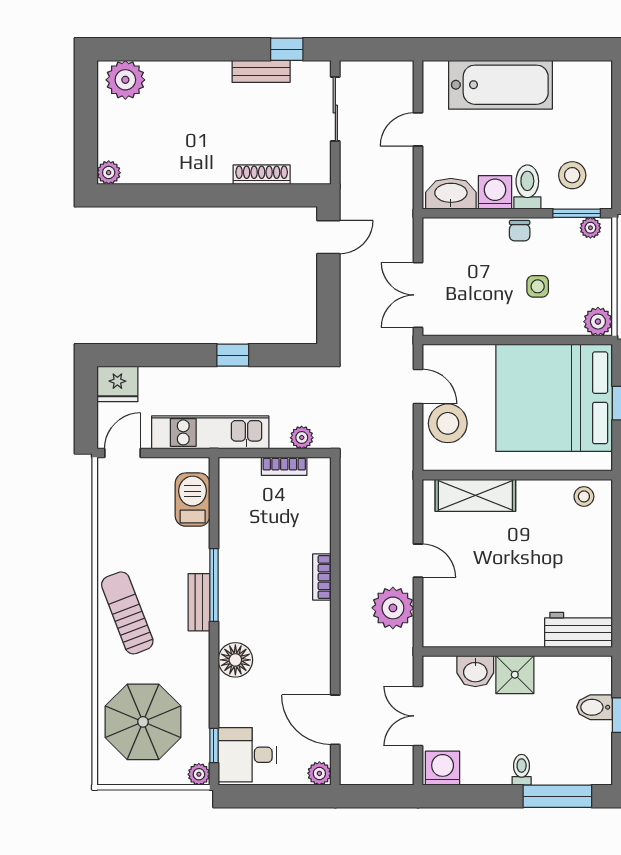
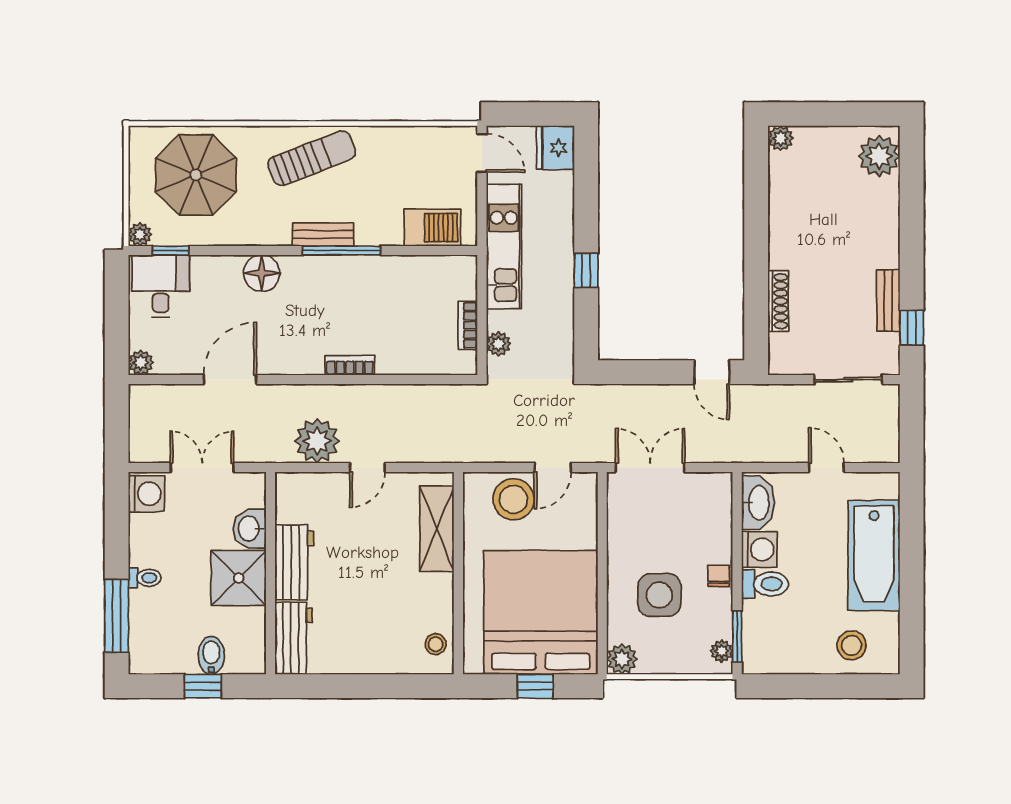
stool: (572, 175) -> (852, 645), moved
chair: (520, 231) -> (719, 576), turned 90
side table: (538, 286) -> (659, 595), width x1.87, depth x1.87
workbench: (507, 629) -> (294, 562), added
shower: (515, 675) -> (239, 578), width x1.36, depth x1.36
door: (335, 720) -> (230, 380), moved

